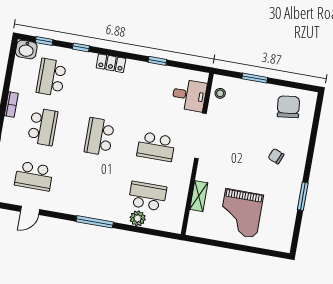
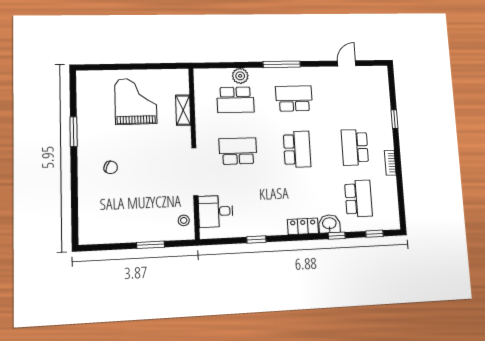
washbasin: (26, 50) -> (329, 224), moved
chair: (288, 107) -> (108, 222), removed
school desk: (34, 176) -> (294, 98), moved

